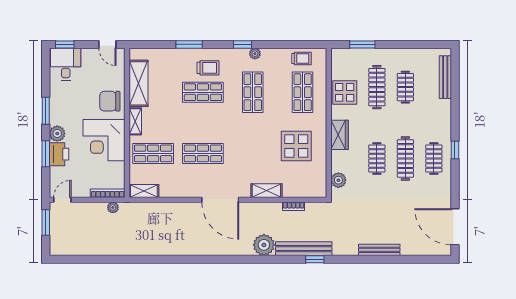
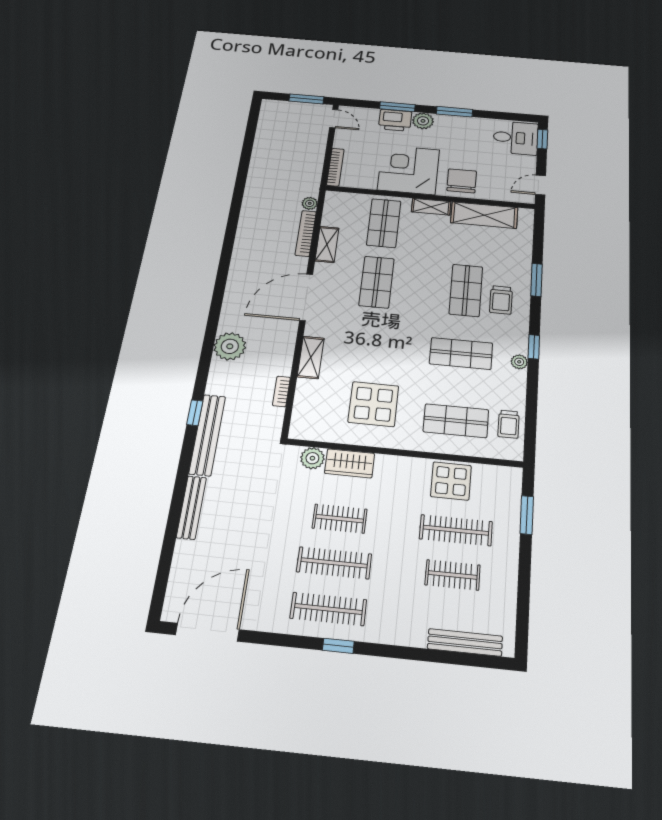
wardrobe: (339, 135) -> (350, 463), moved
clothes rail: (434, 158) -> (328, 609), width x1.36
shelving: (144, 191) -> (327, 244), moved
plant: (113, 207) -> (310, 203), moved
bookcase: (168, 207) -> (306, 233), added
bench: (304, 249) -> (207, 435), moved

